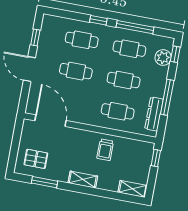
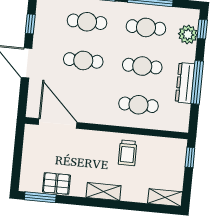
dresser: (154, 114) -> (185, 83), moved
pallet: (36, 159) -> (56, 183), moved
window: (44, 182) -> (40, 197), moved

